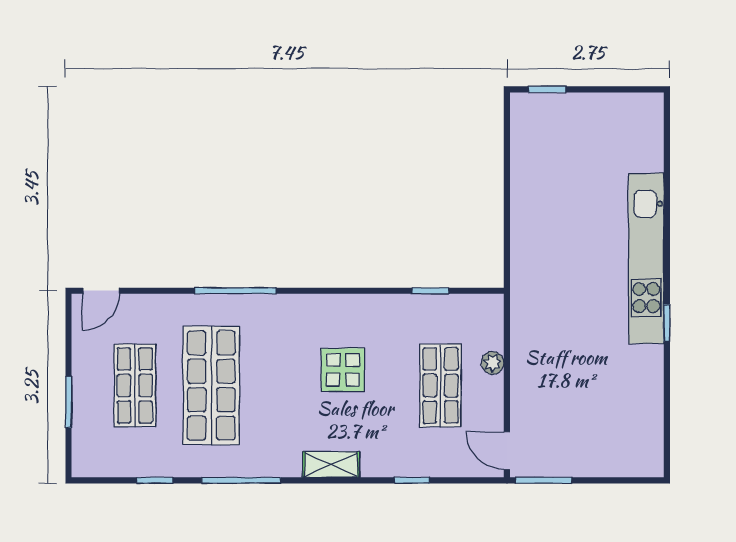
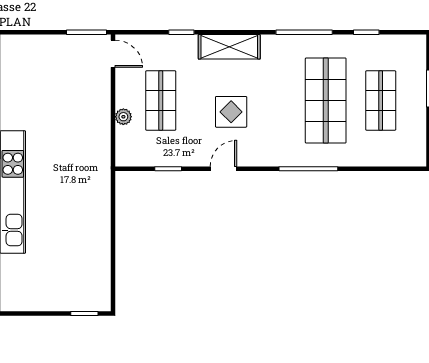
door: (101, 291) -> (223, 169), moved
shelving: (331, 464) -> (229, 47), width x1.50, depth x1.33

